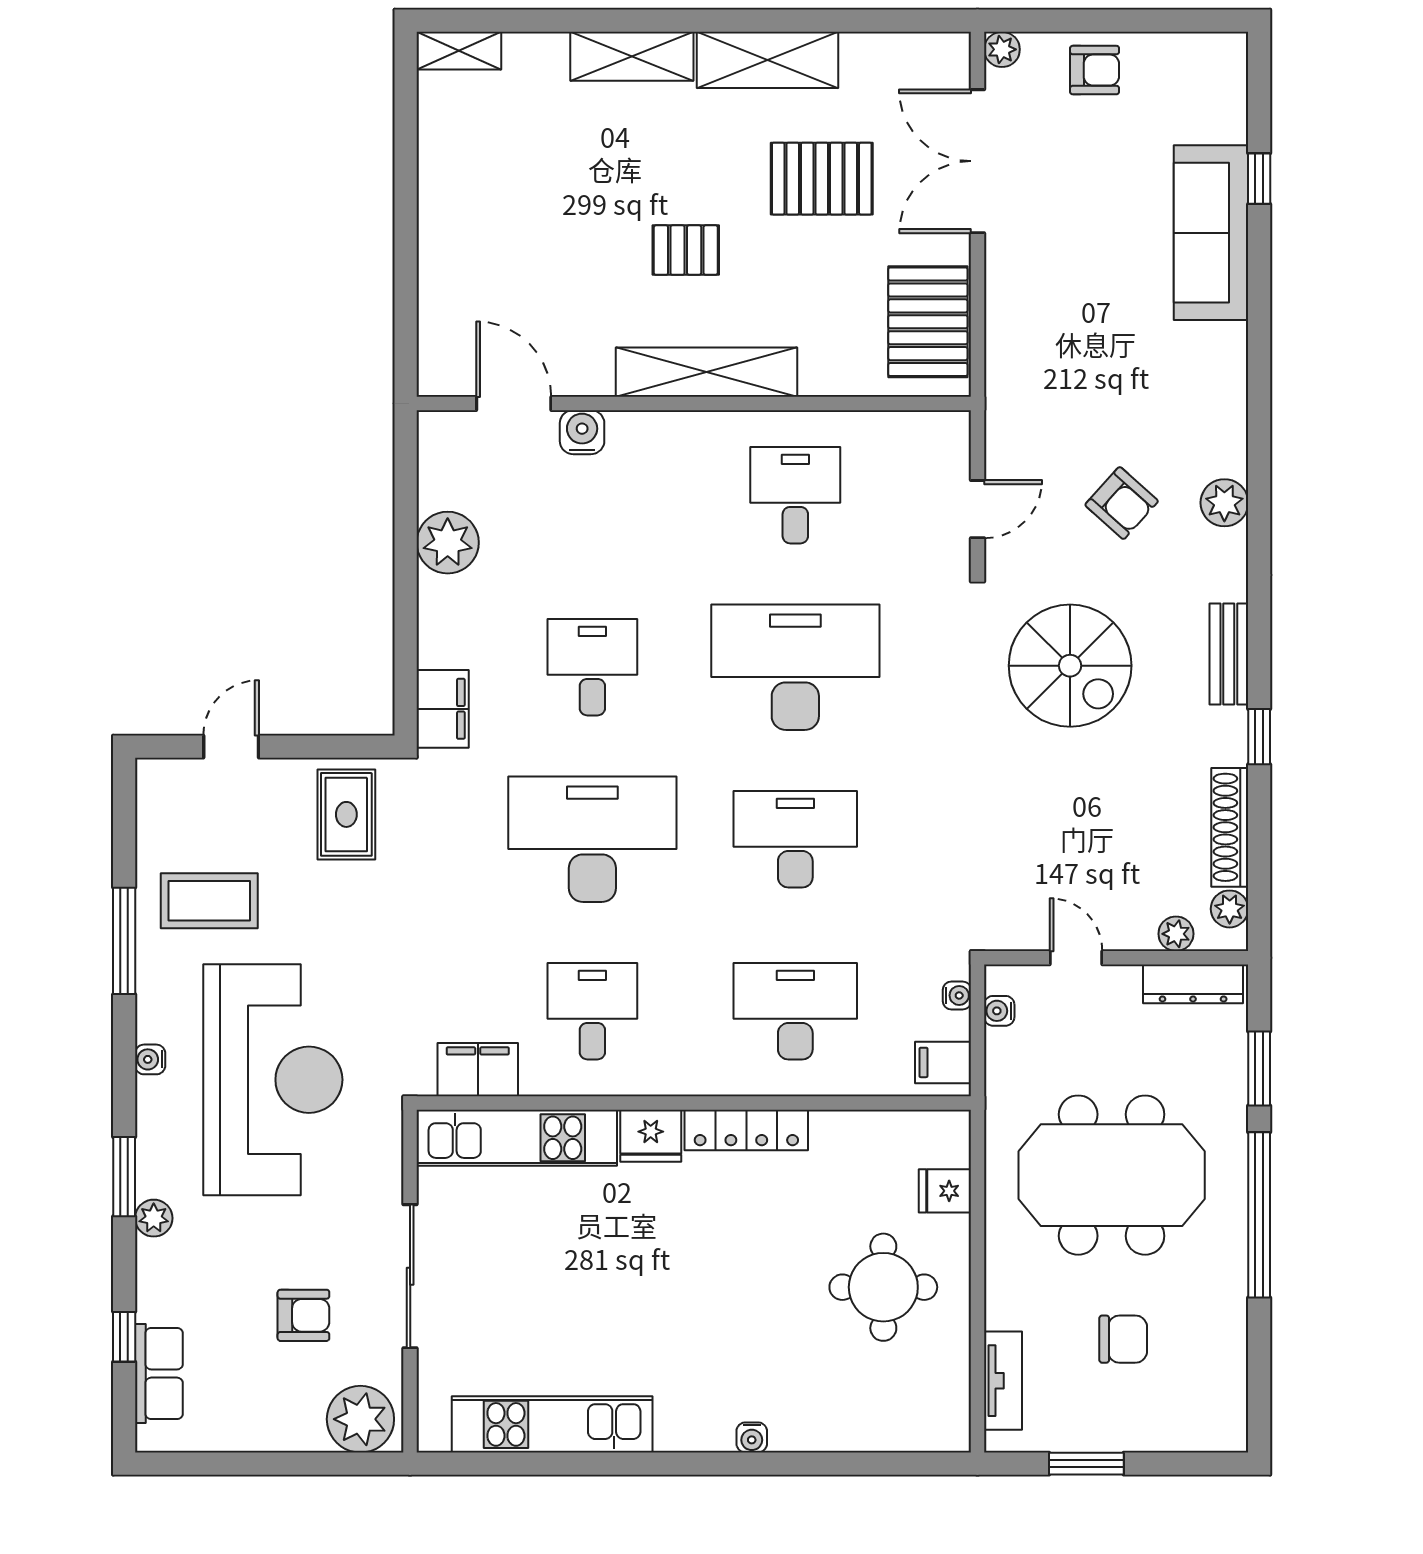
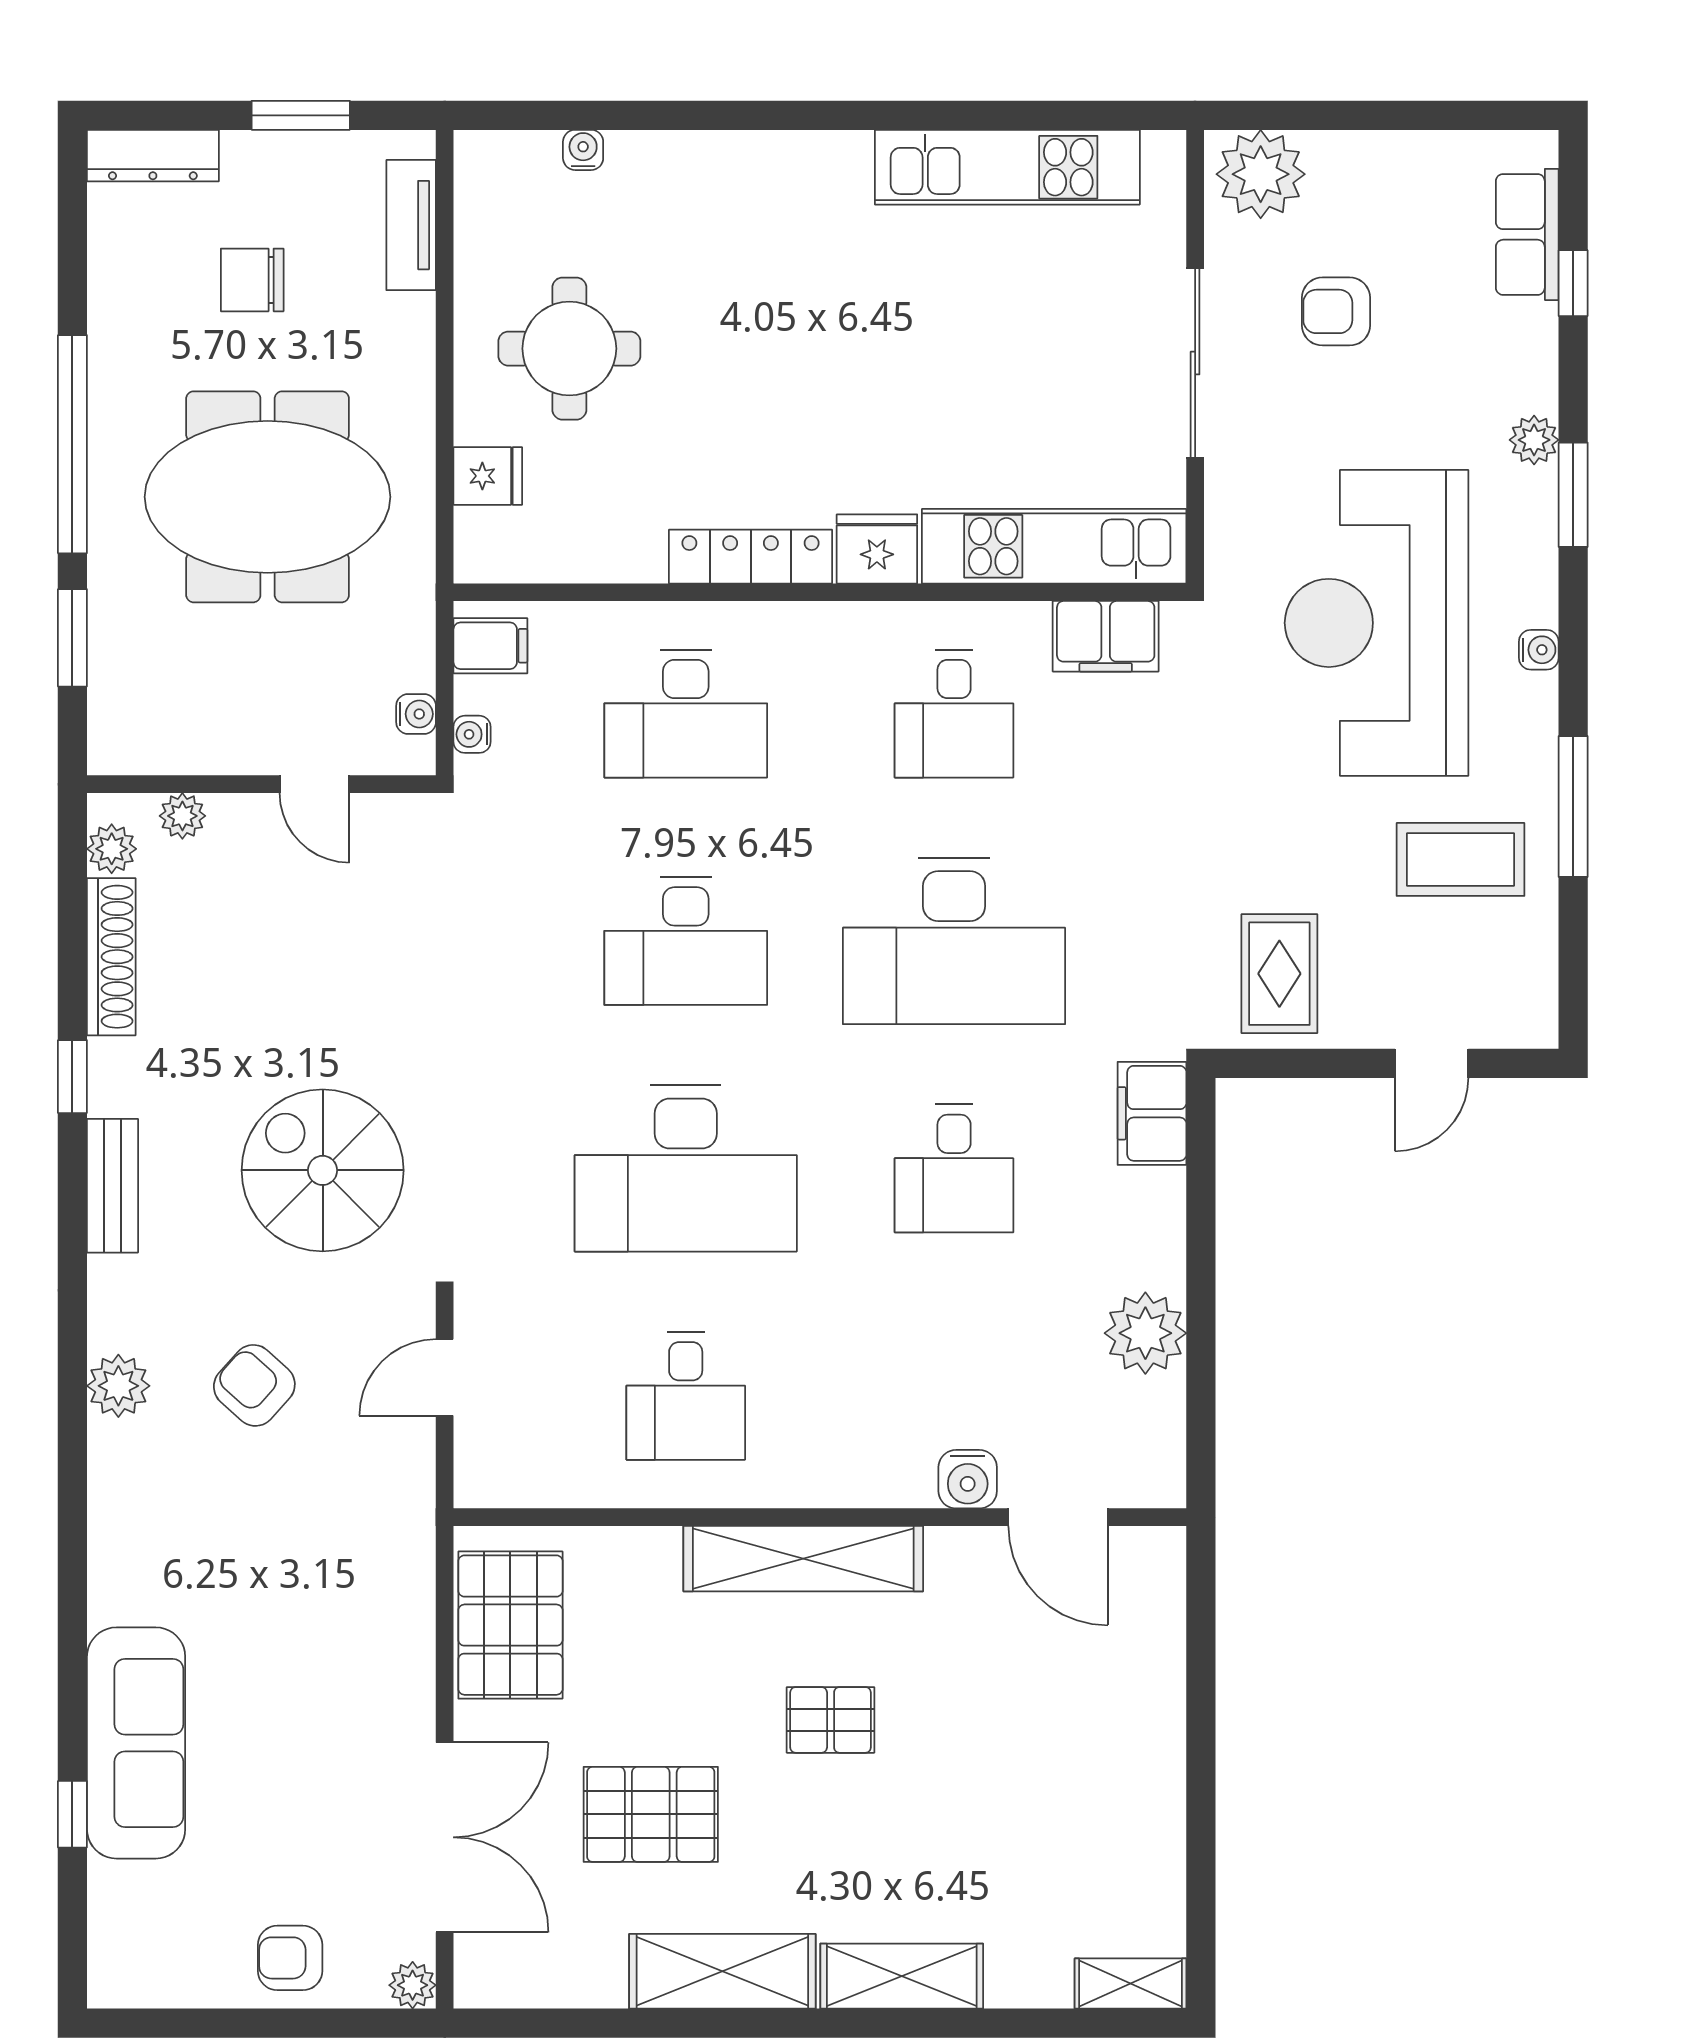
dresser: (1193, 984) -> (153, 156), moved, turned 180
water cooler: (752, 1437) -> (583, 150), moved

